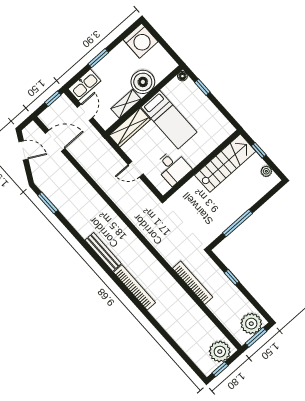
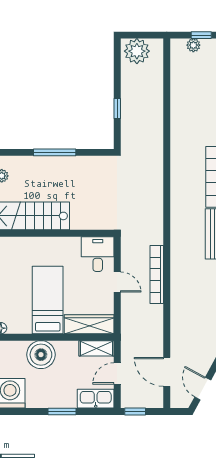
shelving: (126, 104) -> (97, 348), moved
desk: (173, 167) -> (98, 254), moved
window: (237, 223) -> (55, 152), moved
bookcase: (193, 283) -> (157, 275), moved
window: (256, 337) -> (143, 35), removed
plant: (220, 352) -> (193, 45), width x0.53, depth x0.53

